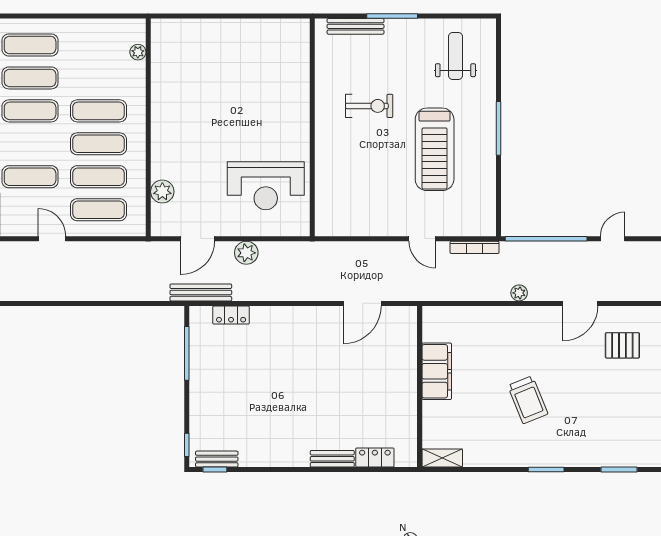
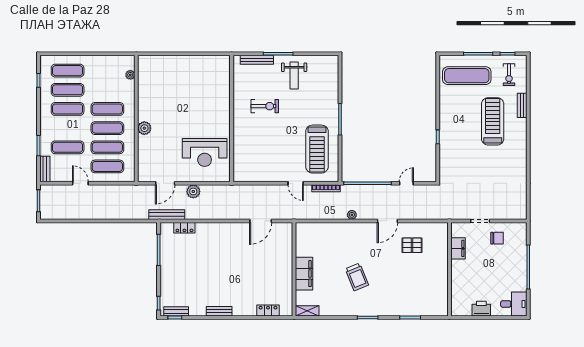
weight bench: (455, 56) -> (294, 76), moved, turned 180
treadmill: (435, 149) -> (317, 149), moved
plant: (162, 192) -> (144, 128), moved
filing cabinet: (437, 371) -> (304, 274), moved
bench: (332, 459) -> (219, 311), moved

